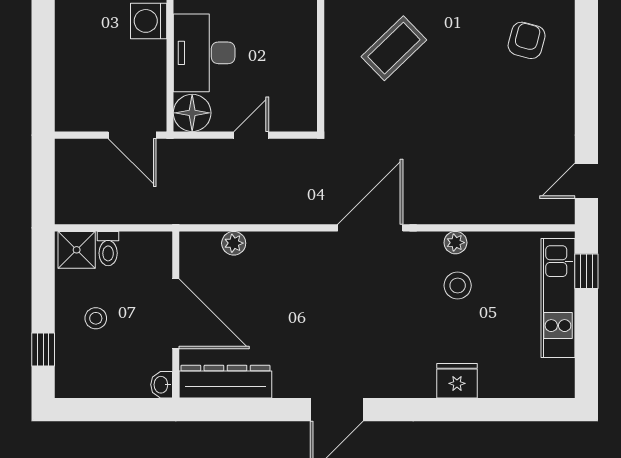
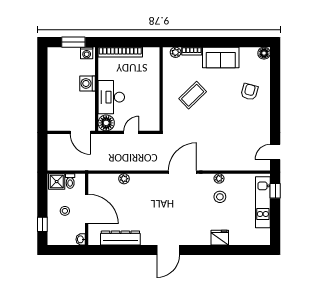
door: (176, 314) -> (87, 209), moved
wall: (176, 315) -> (87, 209), moved
washbasin: (162, 385) -> (81, 239), moved

